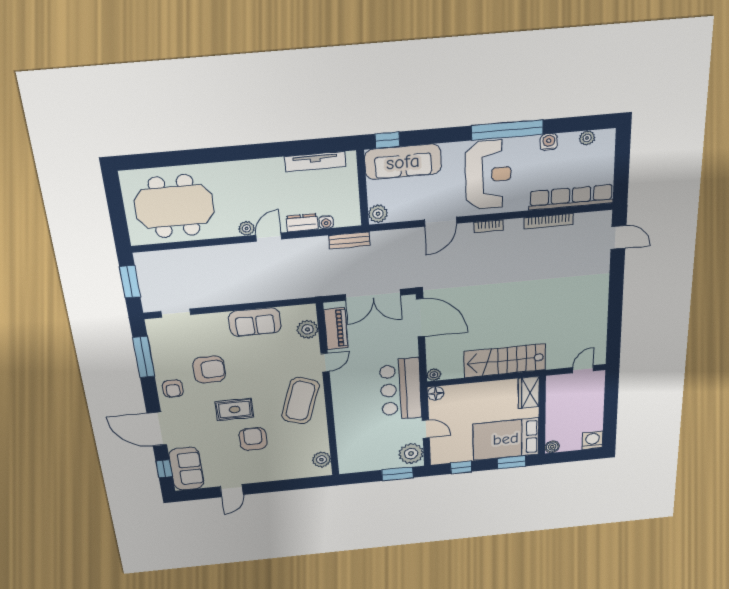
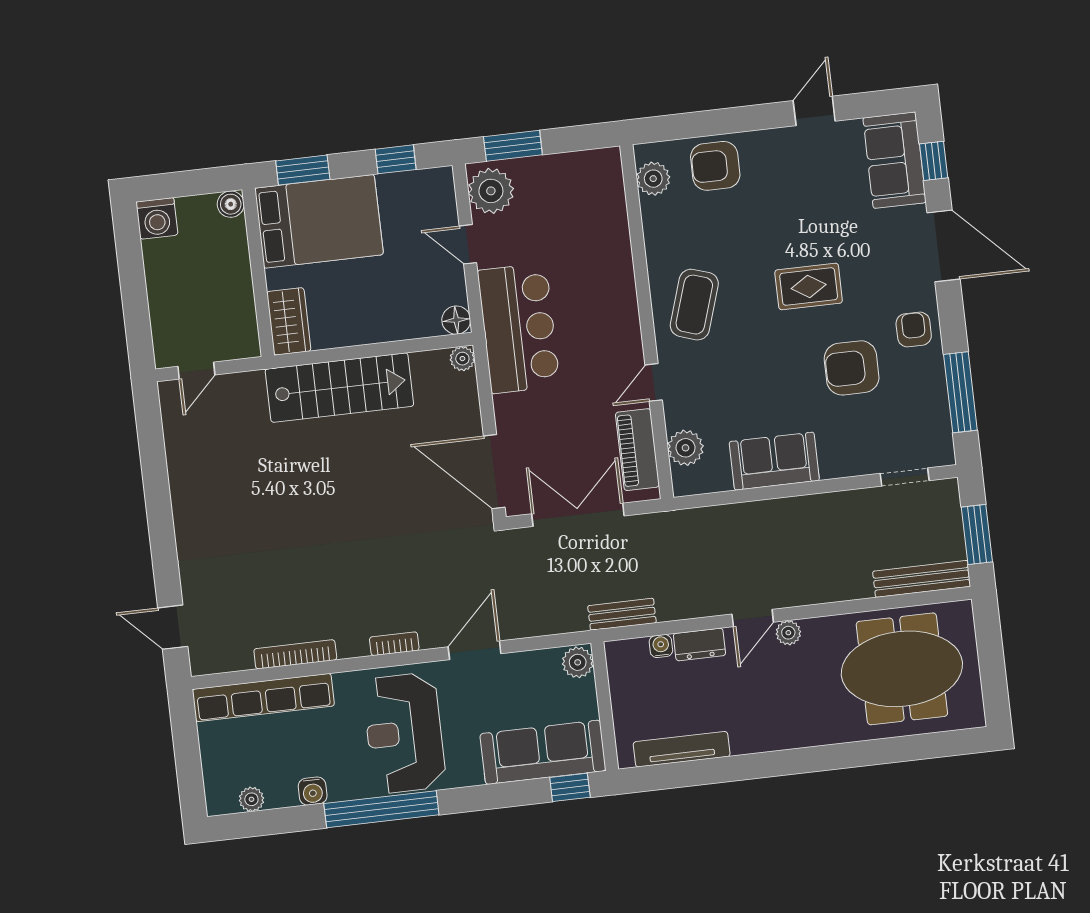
bench: (163, 258) -> (922, 579), added
coffee table: (300, 401) -> (694, 305), width x0.73, depth x0.76
armchair: (253, 439) -> (715, 166), moved, turned 90

